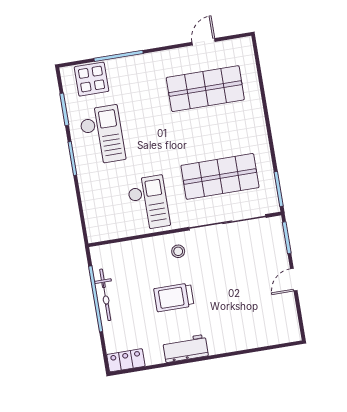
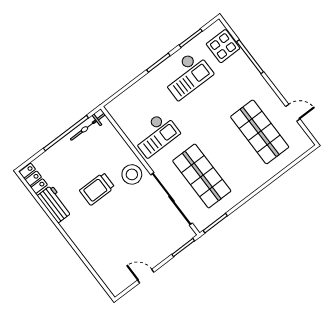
stool: (178, 251) -> (132, 174), width x1.89, depth x1.89
door: (294, 280) -> (146, 276), moved
bicycle: (105, 295) -> (88, 127), moved
trolley: (174, 297) -> (97, 189), turned -90
workbench: (185, 348) -> (55, 204), moved

